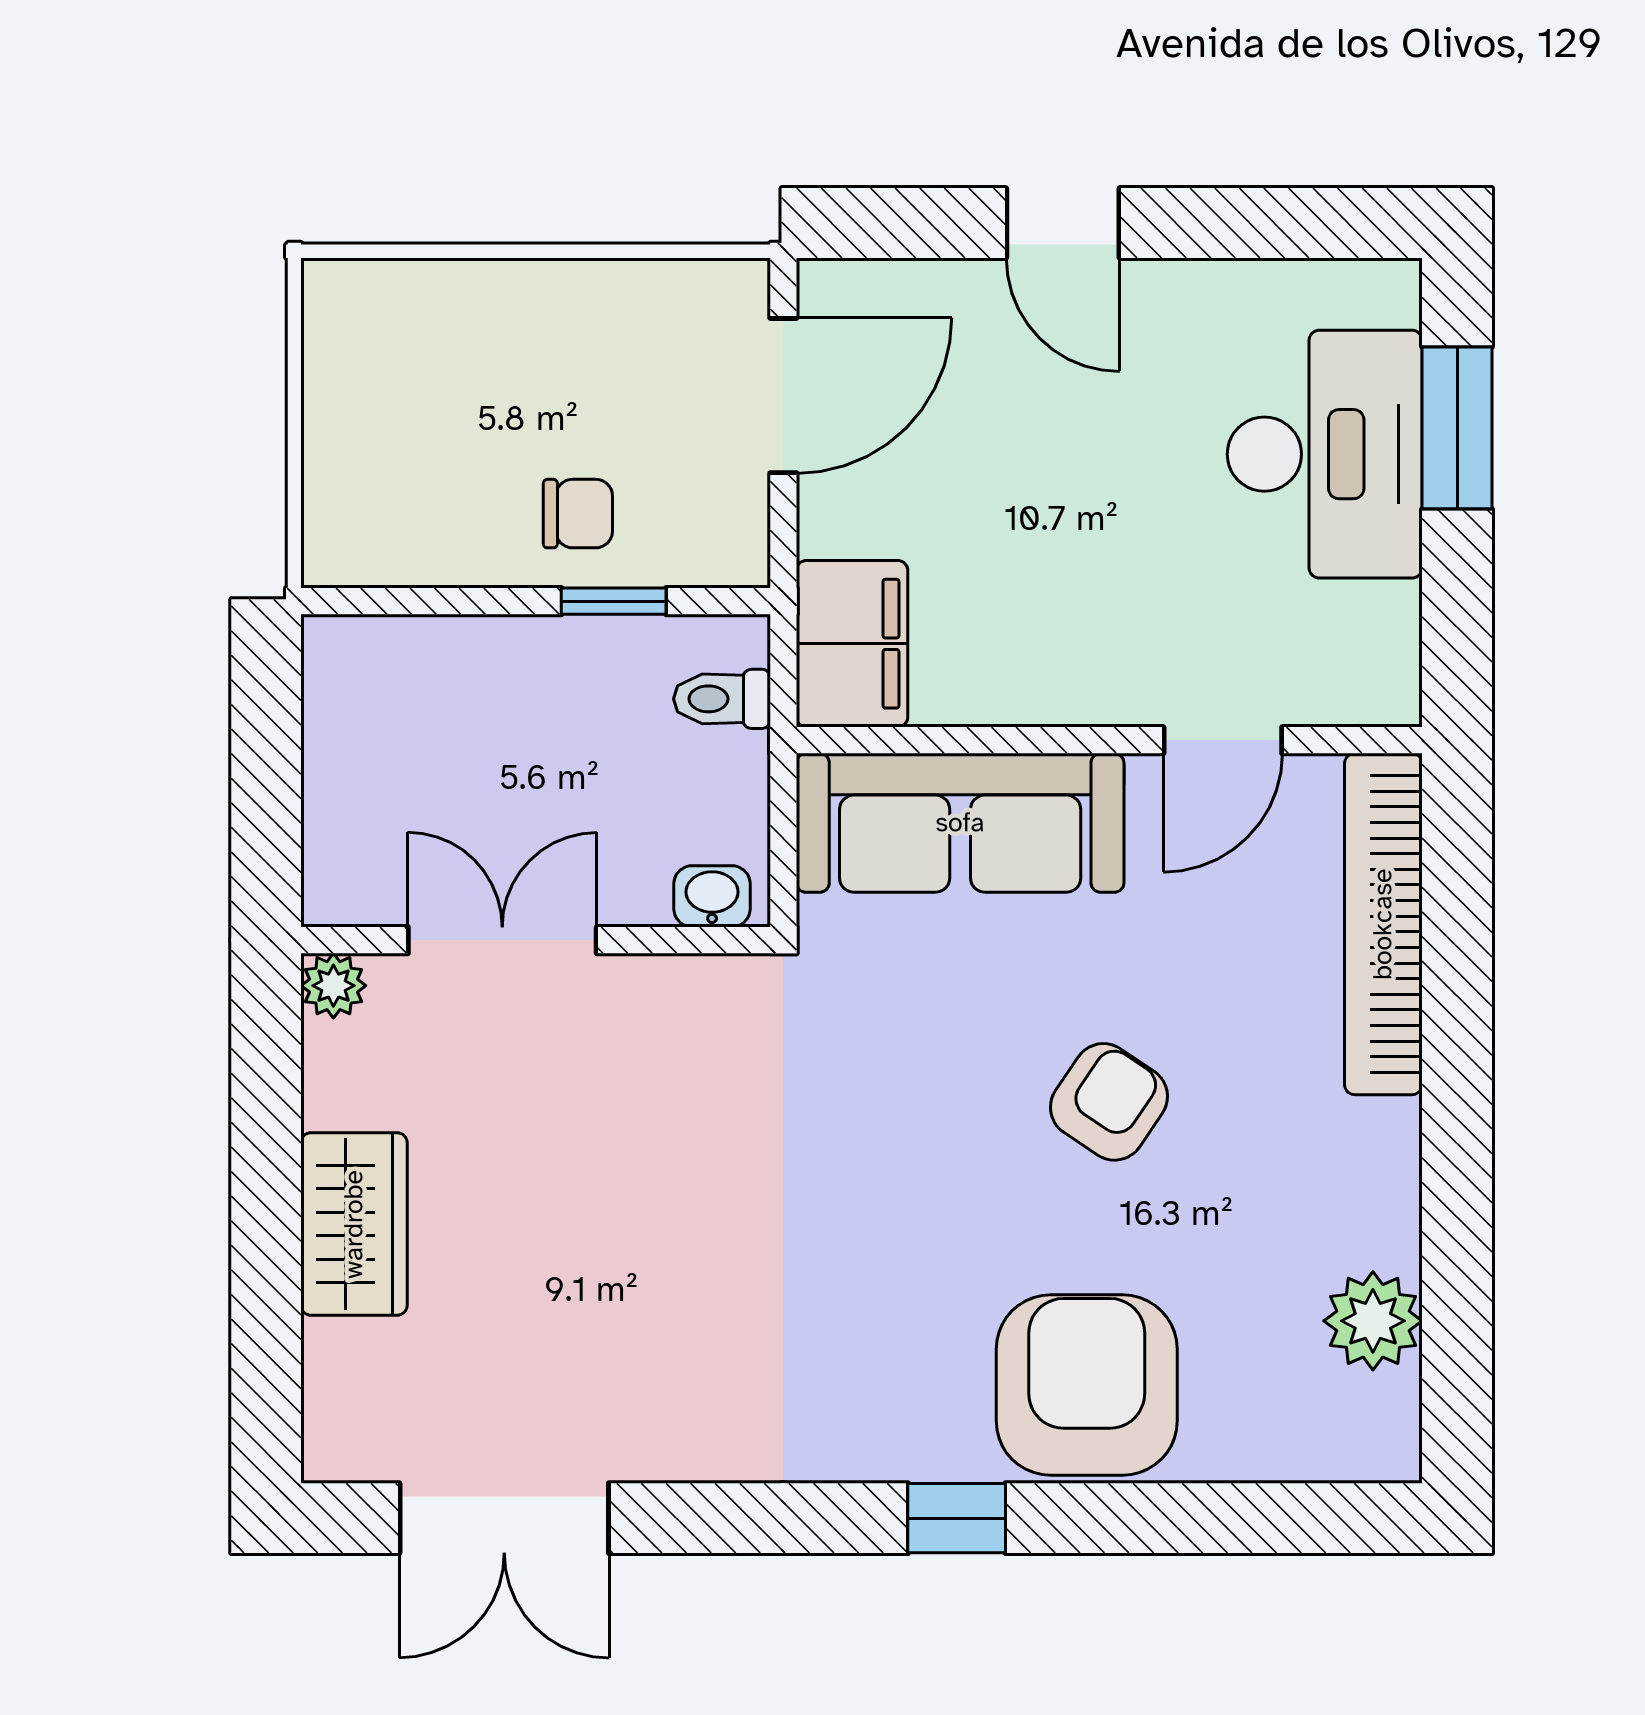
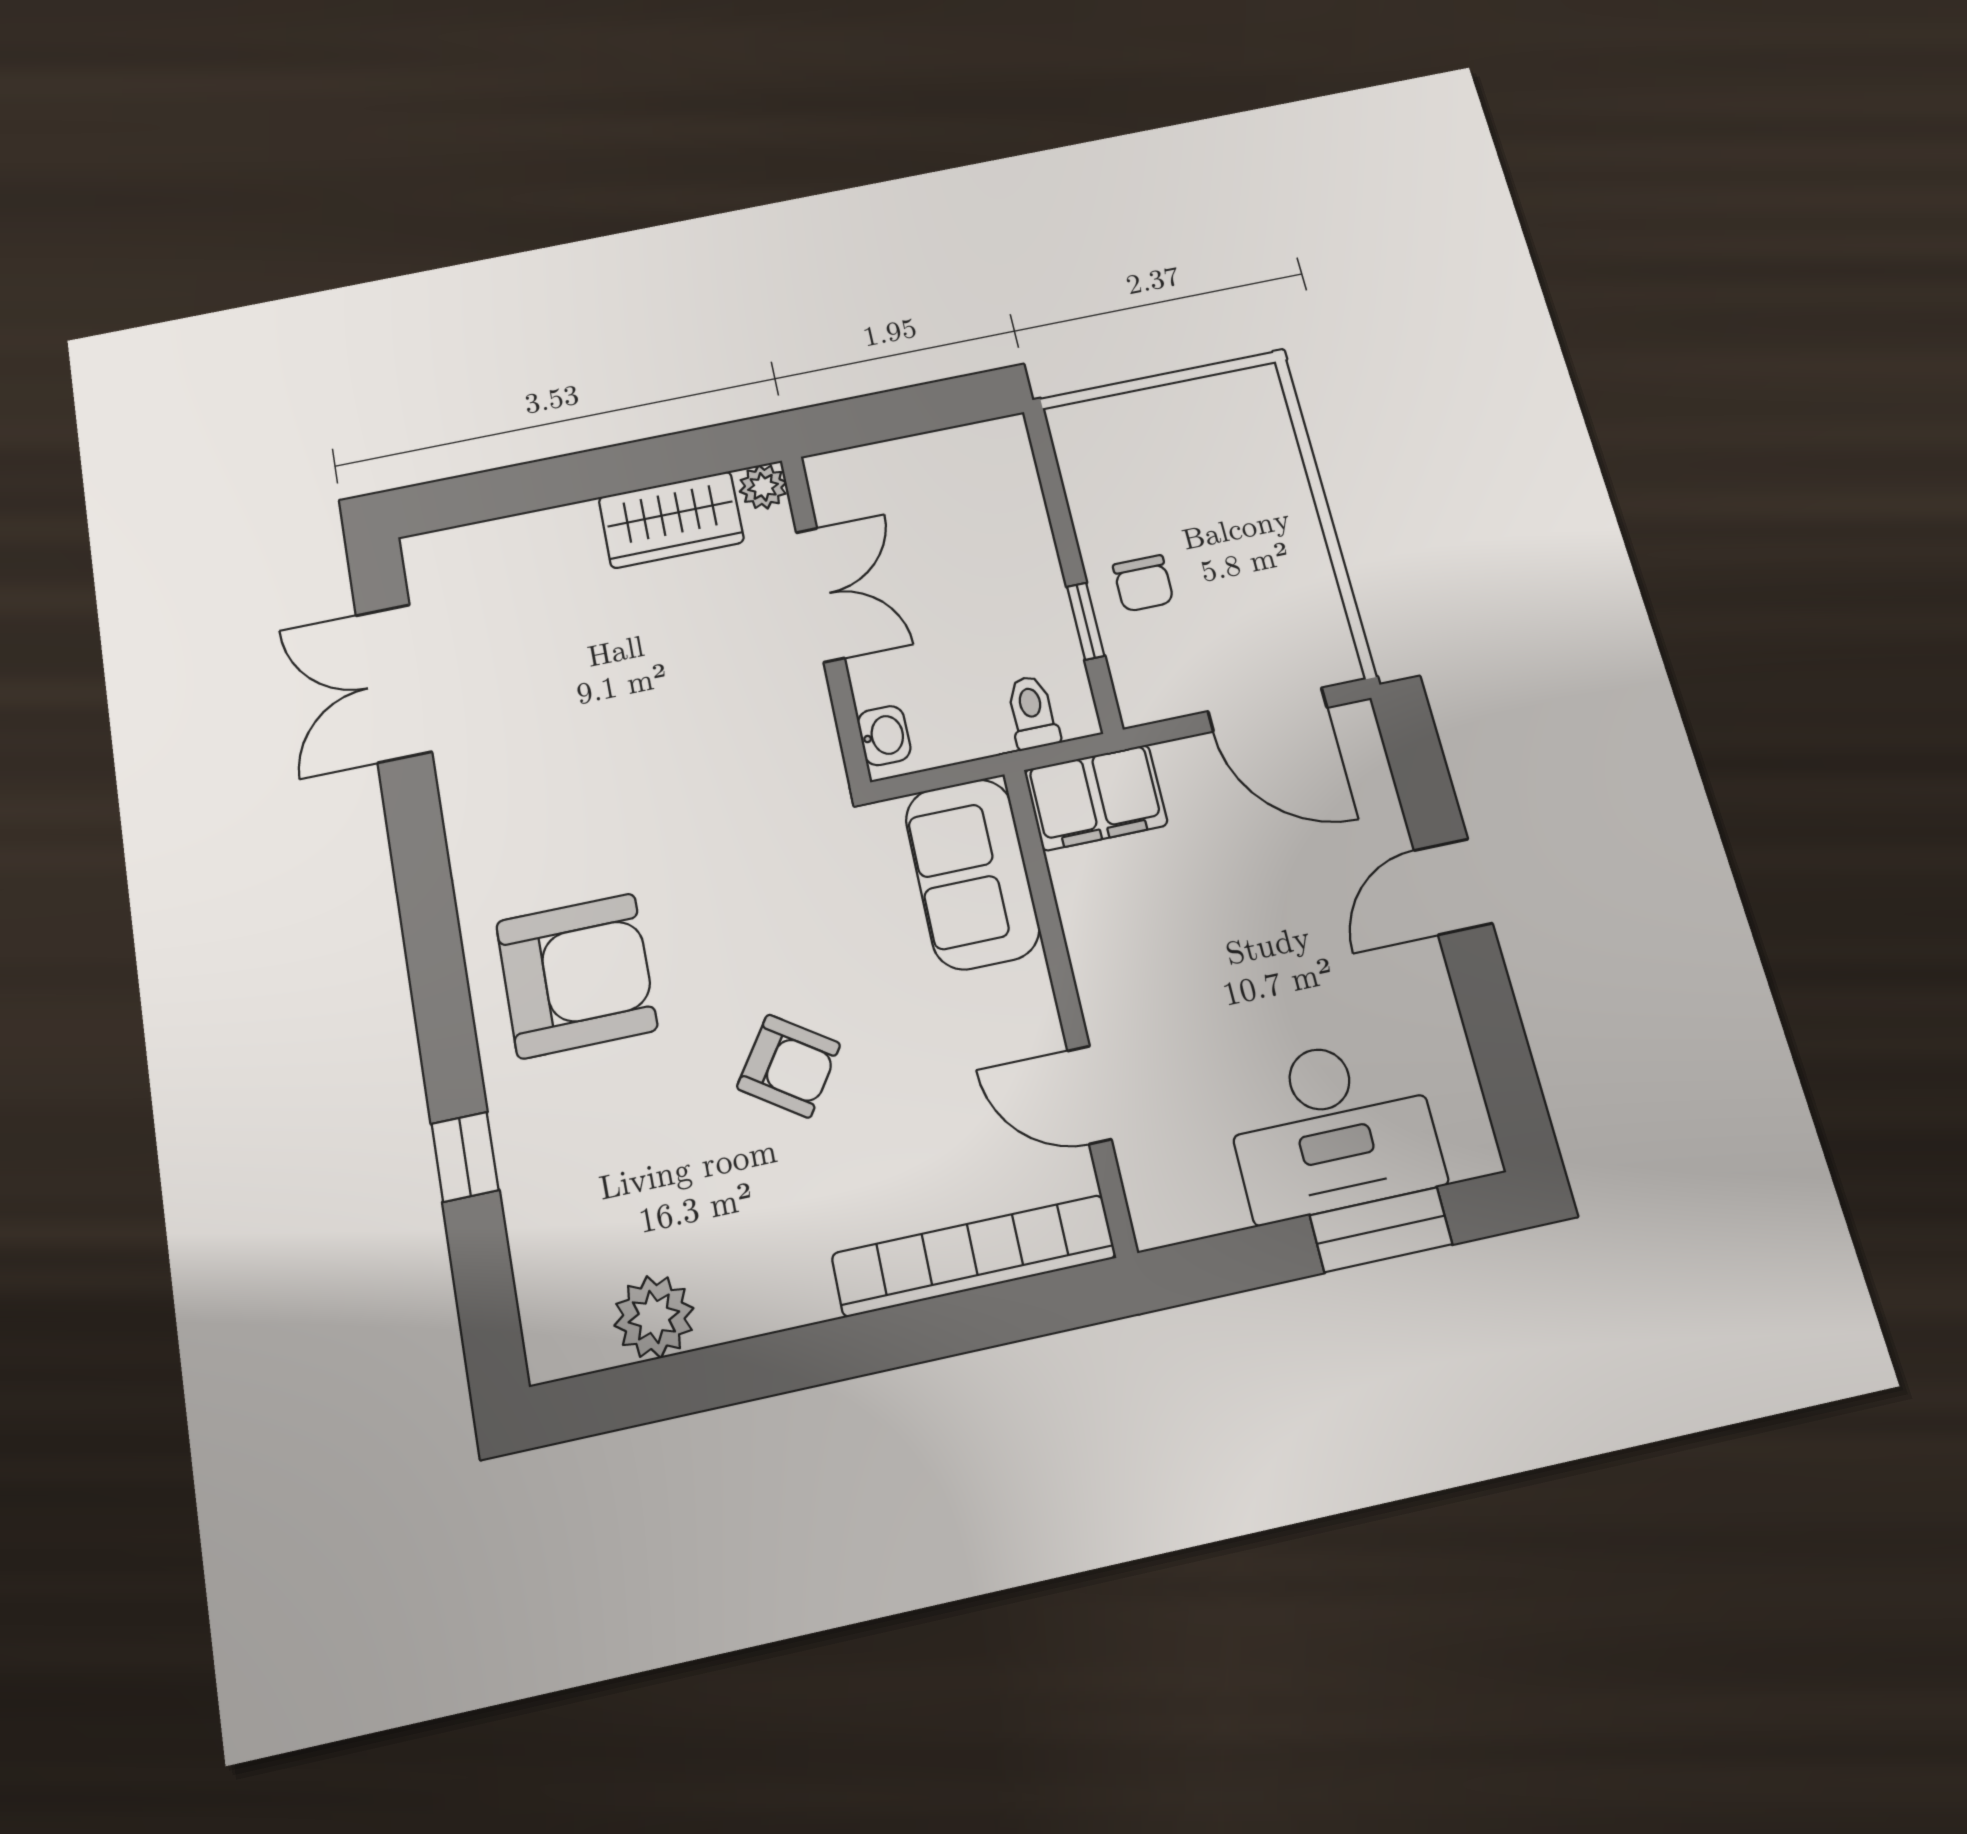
sofa: (960, 823) -> (972, 874), width x0.73
wardrobe: (354, 1224) -> (671, 520), moved
armchair: (1087, 1385) -> (577, 976), moved
window: (957, 1518) -> (465, 1157), moved

